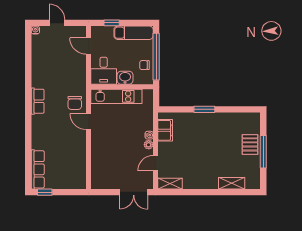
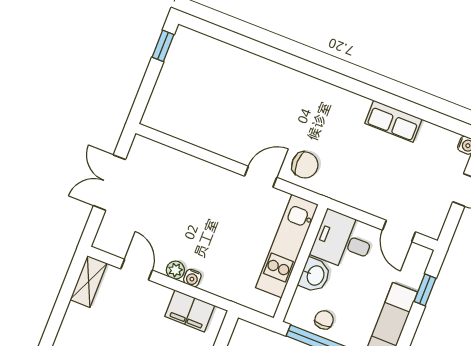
door: (89, 46) -> (399, 231), swing flipped
row of seats: (38, 101) -> (393, 121), moved
chair: (75, 103) -> (305, 165), turned 180
row of seats: (38, 169) -> (210, 49), removed
double door: (134, 192) -> (109, 183), moved

